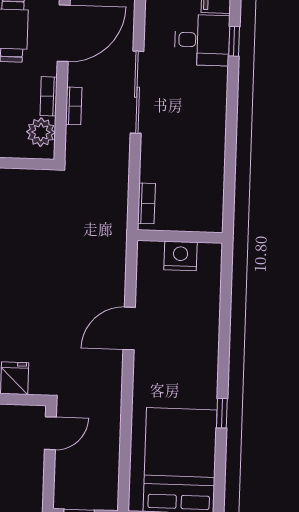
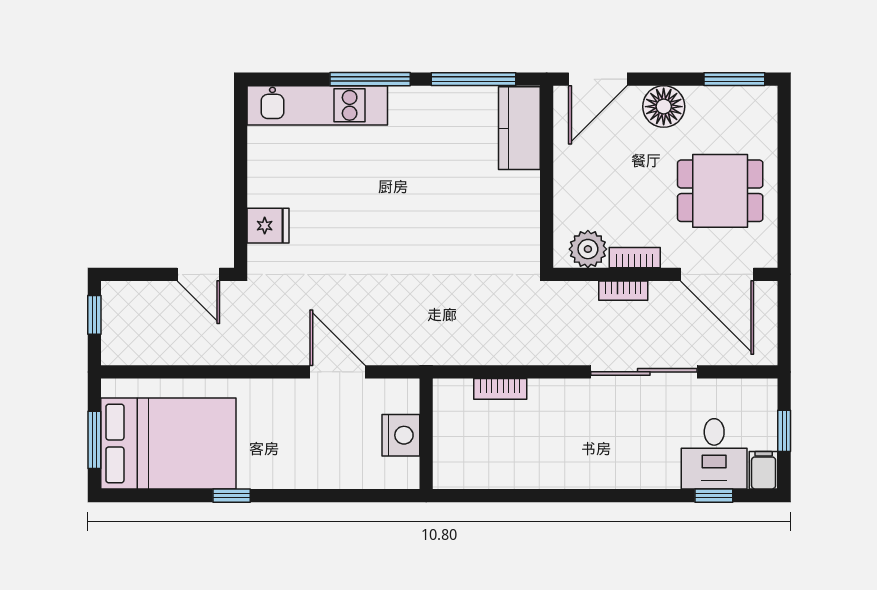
wall: (180, 236) -> (426, 434), moved
nightstand: (180, 256) -> (401, 435), moved

